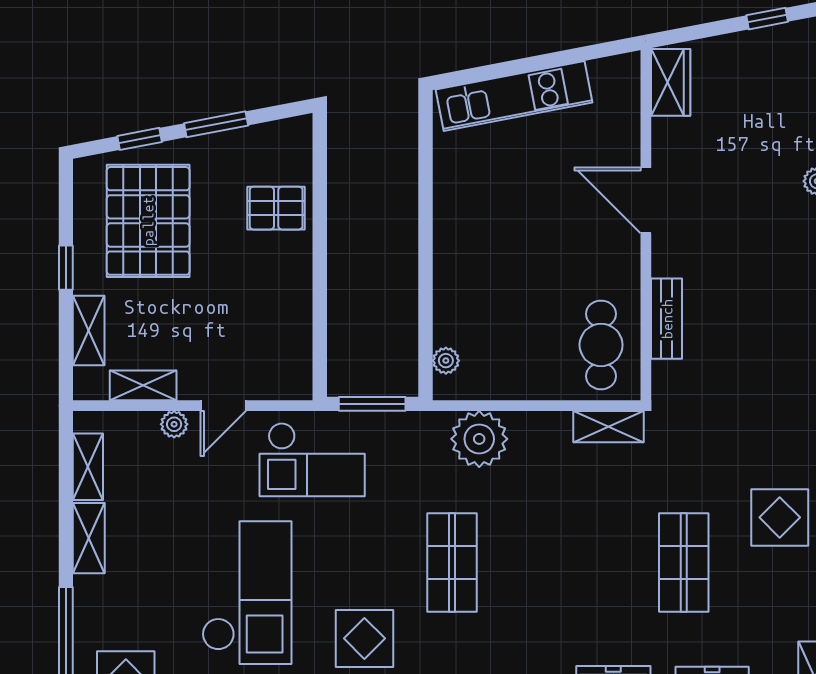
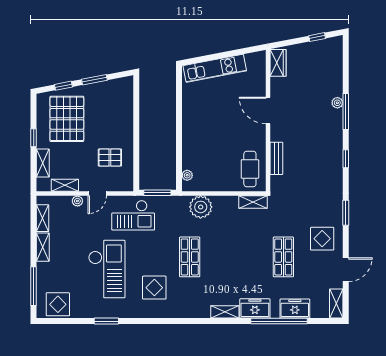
pallet: (276, 208) -> (110, 158), moved

